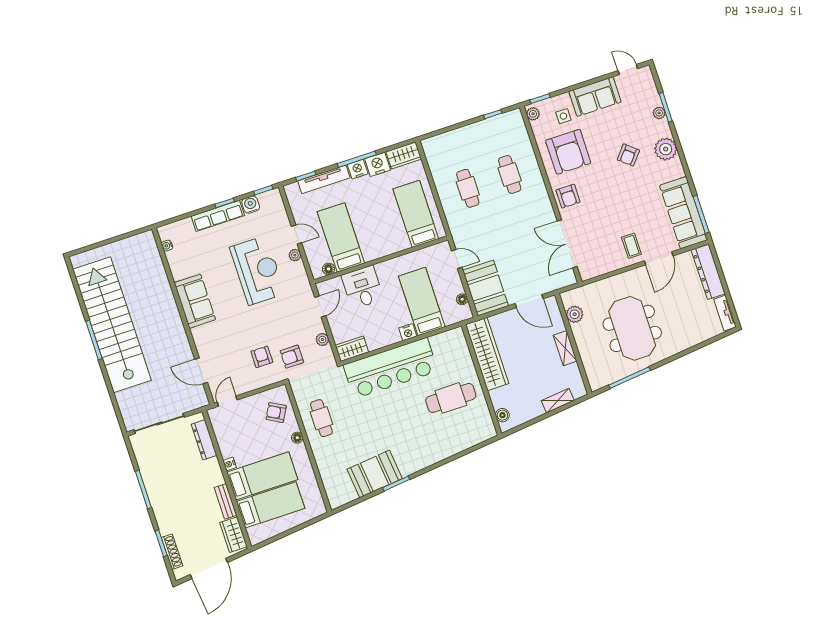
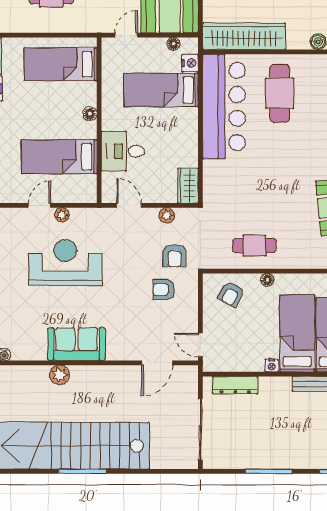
floor lamp: (329, 269) -> (90, 114), moved
plant: (165, 296) -> (60, 375), added
nightstand: (408, 332) -> (190, 63), moved
bar counter: (391, 368) -> (224, 106), moved

